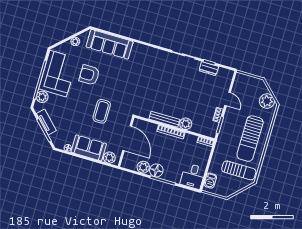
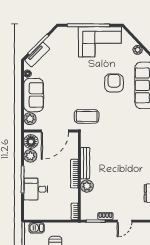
armchair: (89, 75) -> (114, 83), moved
plant: (42, 97) -> (72, 33), removed
coffee table: (102, 111) -> (87, 116), moved
tv unit: (46, 122) -> (37, 55), moved
floor lamp: (156, 170) -> (31, 142), moved
desk: (193, 176) -> (36, 189), moved

